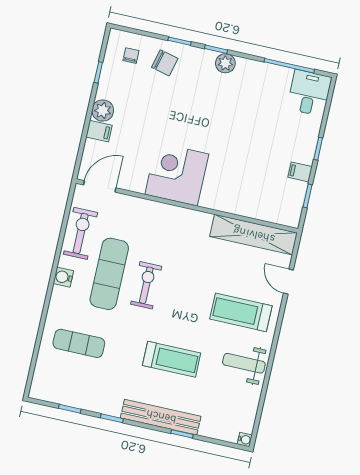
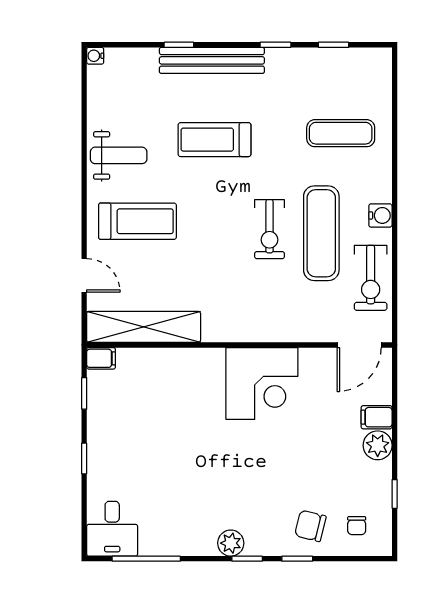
filing cabinet: (300, 172) -> (101, 358), moved

